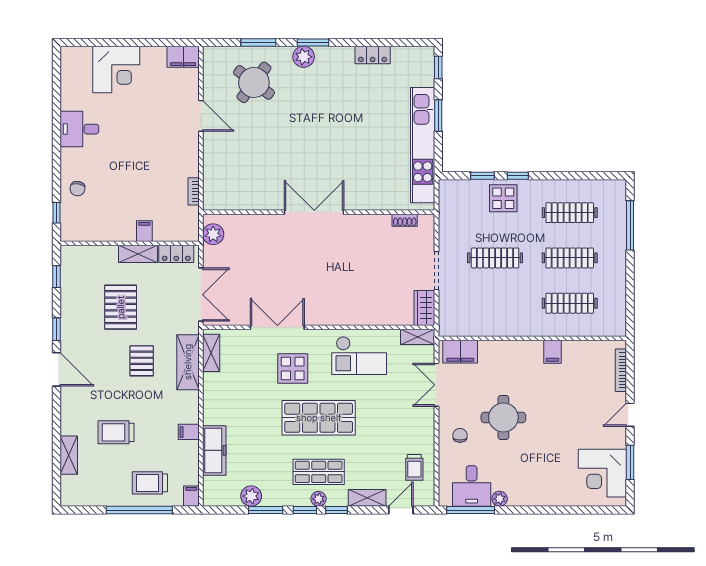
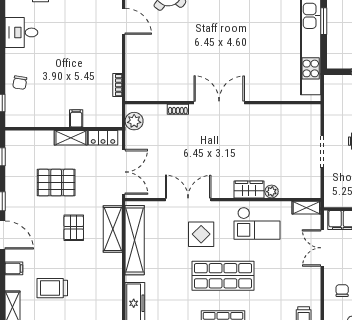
shoe rack: (405, 220) -> (178, 109), moved
pallet: (121, 307) -> (56, 183), turned 90
wardrobe: (424, 308) -> (249, 189), moved, turned 90
plant: (376, 318) -> (272, 192), added
shelving: (211, 353) -> (135, 240), width x2.20, depth x1.33
filing cabinet: (189, 432) -> (14, 268), moved, turned 180

